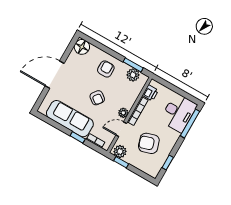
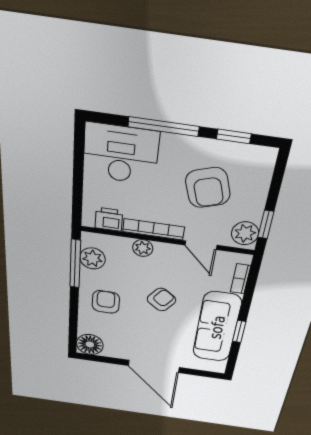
window: (133, 65) -> (75, 264), width x1.44
armchair: (106, 69) -> (106, 302), turned 90
plant: (123, 113) -> (143, 248), moved
window: (190, 124) -> (163, 127), moved
window: (78, 137) -> (239, 331), moved

